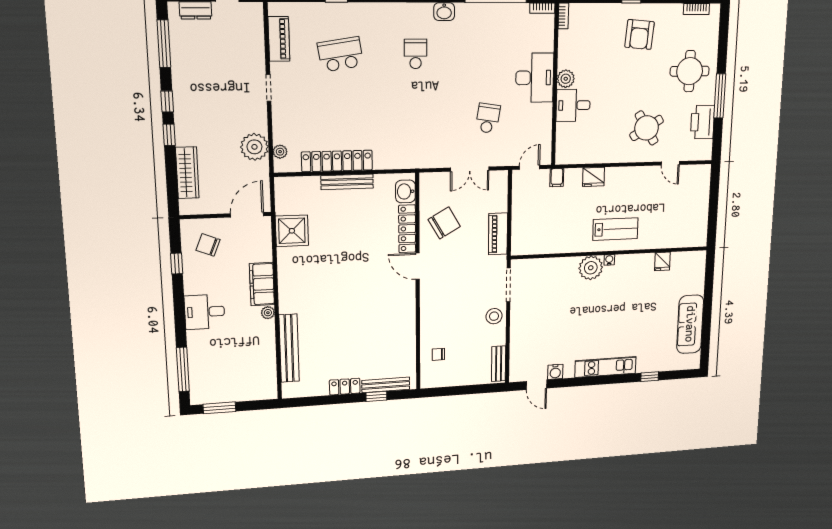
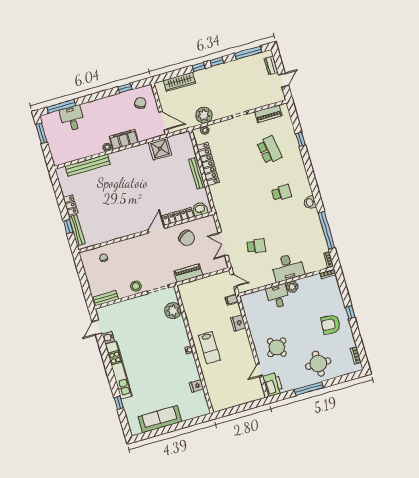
printer: (703, 122) -> (273, 385), moved, turned 90
plant: (591, 268) -> (173, 311), moved
desk: (205, 312) -> (72, 118), moved
kitchen unit: (605, 367) -> (119, 370), width x1.36

